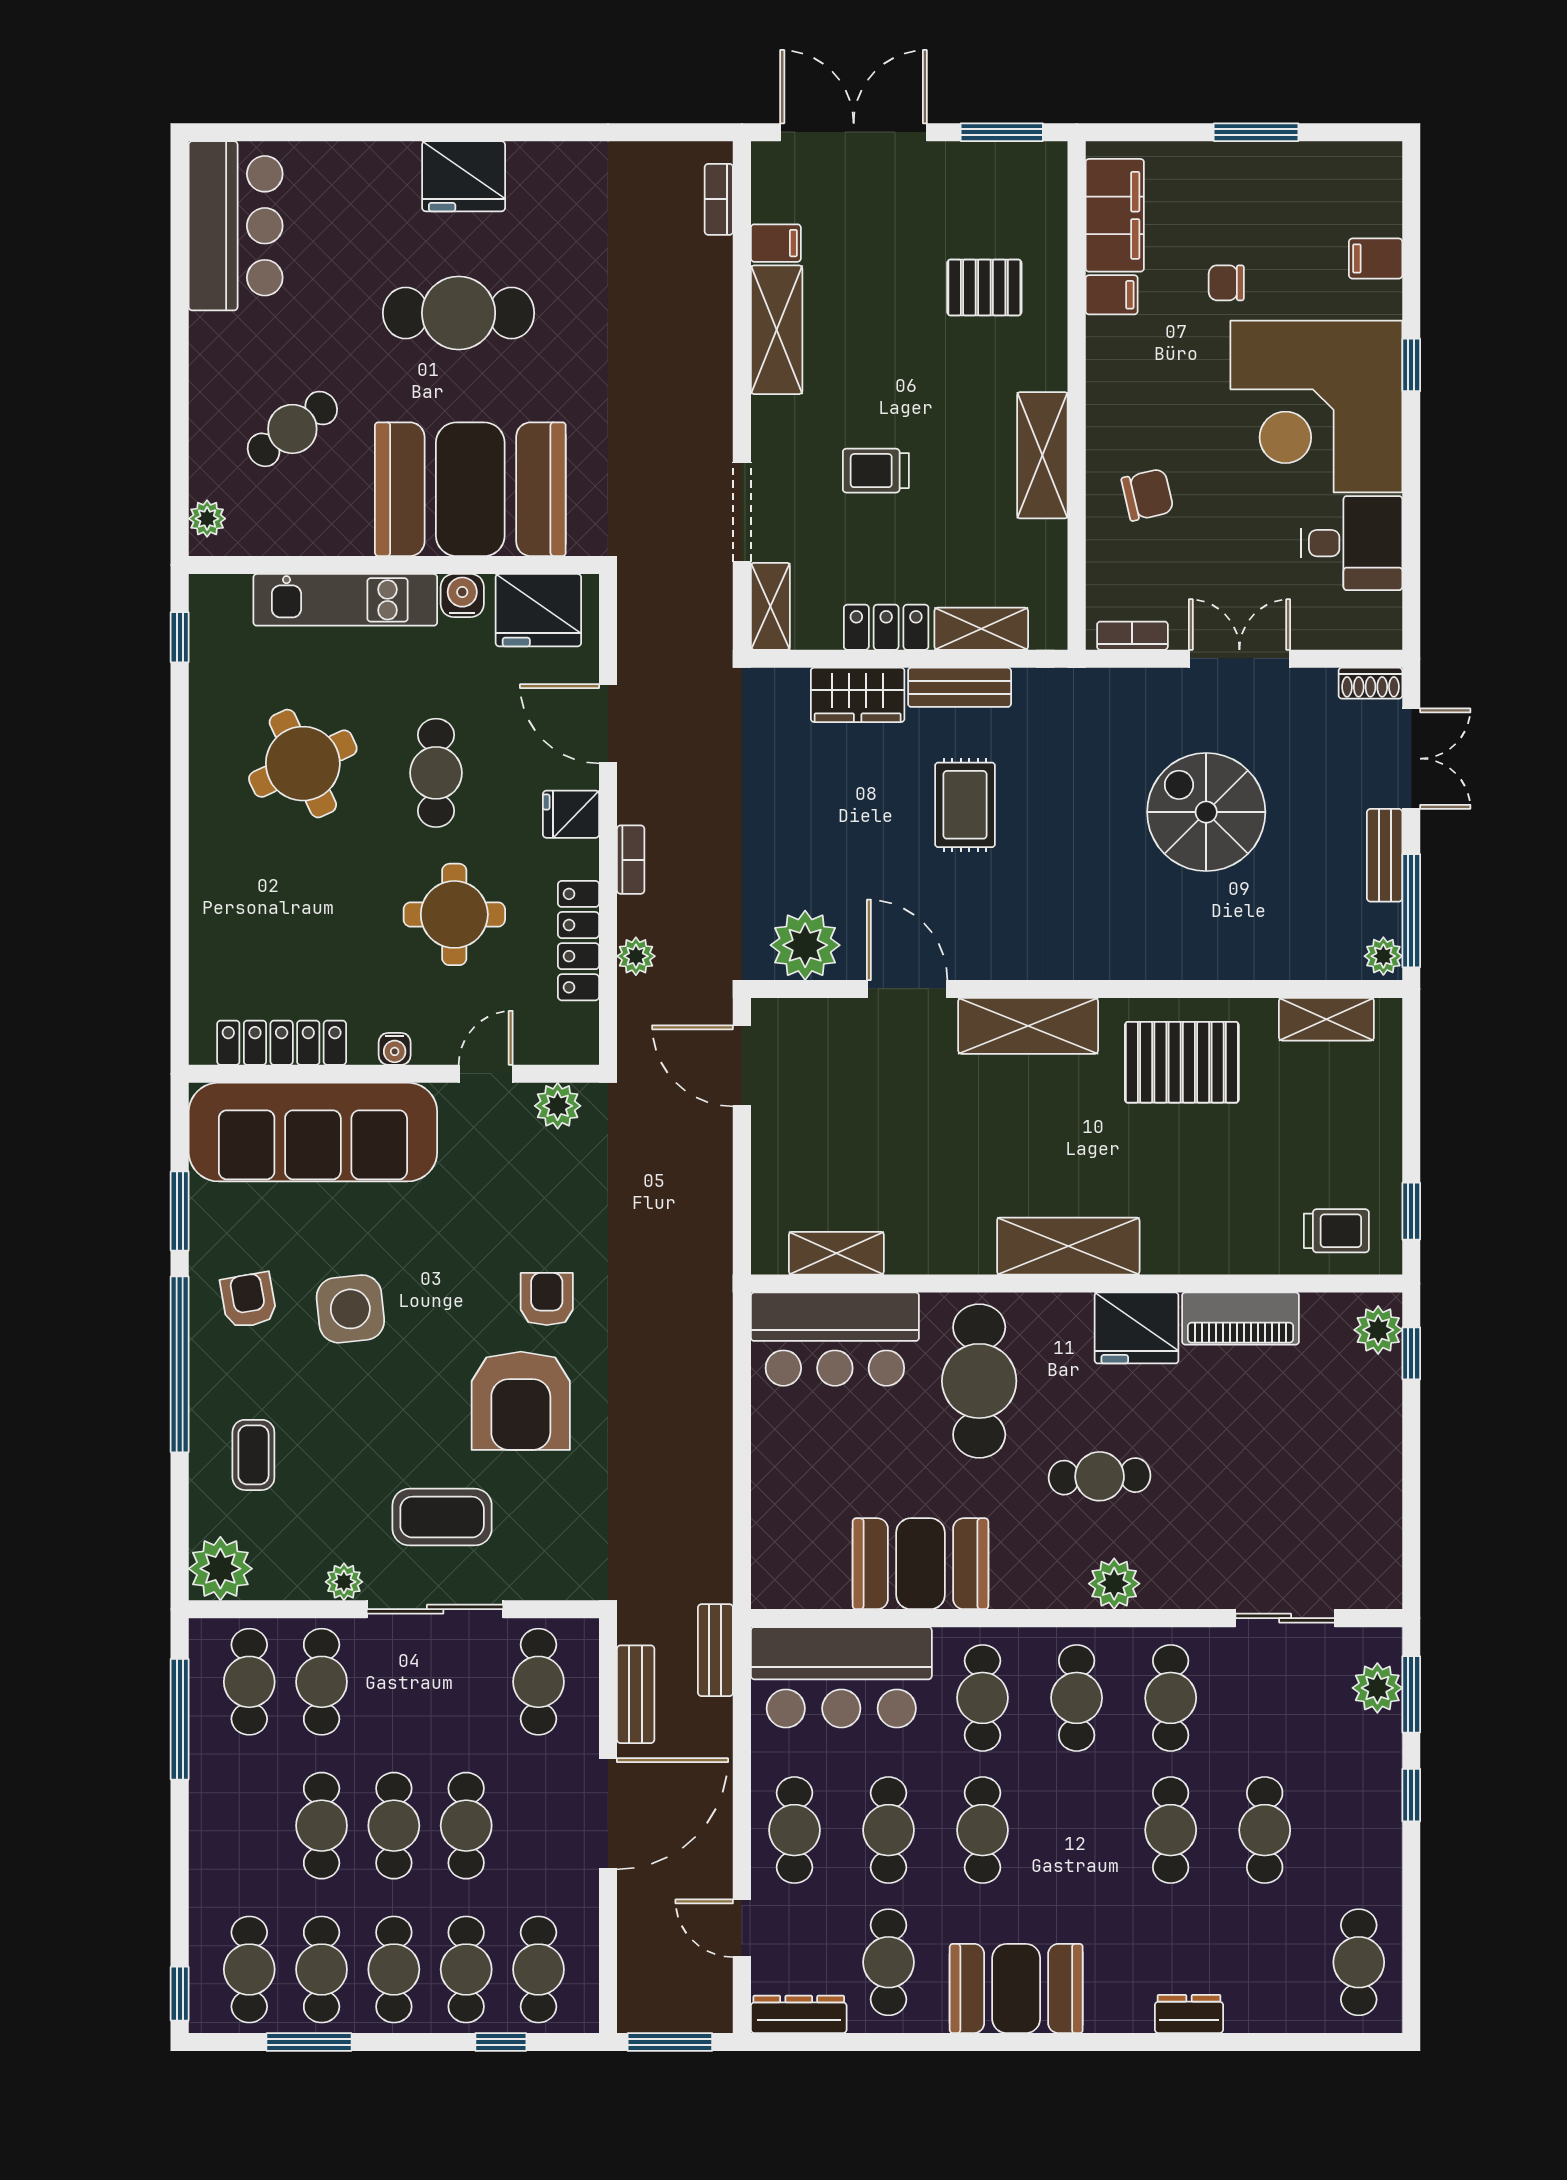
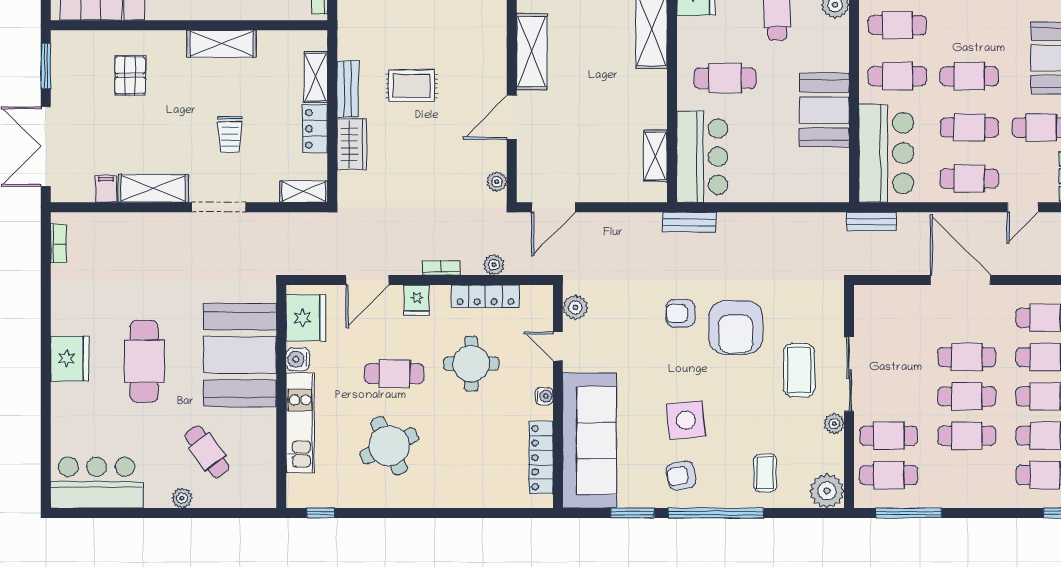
bookcase: (719, 199) -> (58, 244), moved, turned -90
doorway: (742, 512) -> (219, 207), moved
plant: (207, 519) -> (182, 498), moved
plant: (805, 945) -> (497, 182), width x0.53, depth x0.53
cafe table: (979, 1381) -> (725, 78), width x0.73, depth x0.74
armchair: (521, 1401) -> (736, 327), turned 90
coffee table: (253, 1455) -> (765, 473), turned 90
cafe table: (538, 1682) -> (889, 318), removed
bench: (636, 1694) -> (689, 222), moved

